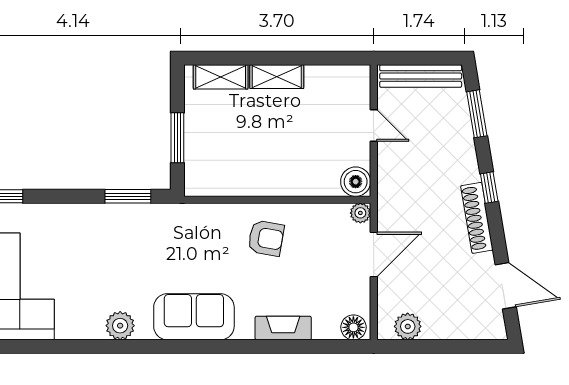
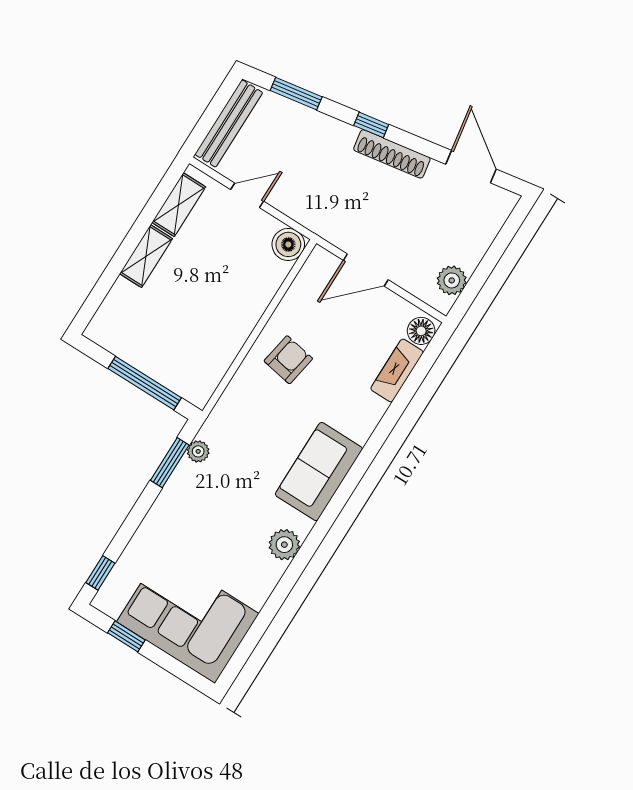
shelving: (221, 77) -> (179, 205), moved
window: (177, 138) -> (145, 383), width x1.44
plant: (360, 213) -> (198, 451), moved
door: (374, 254) -> (366, 270), swing flipped
door: (506, 286) -> (471, 167), hinge flipped
fireplace: (283, 328) -> (397, 370), moved

